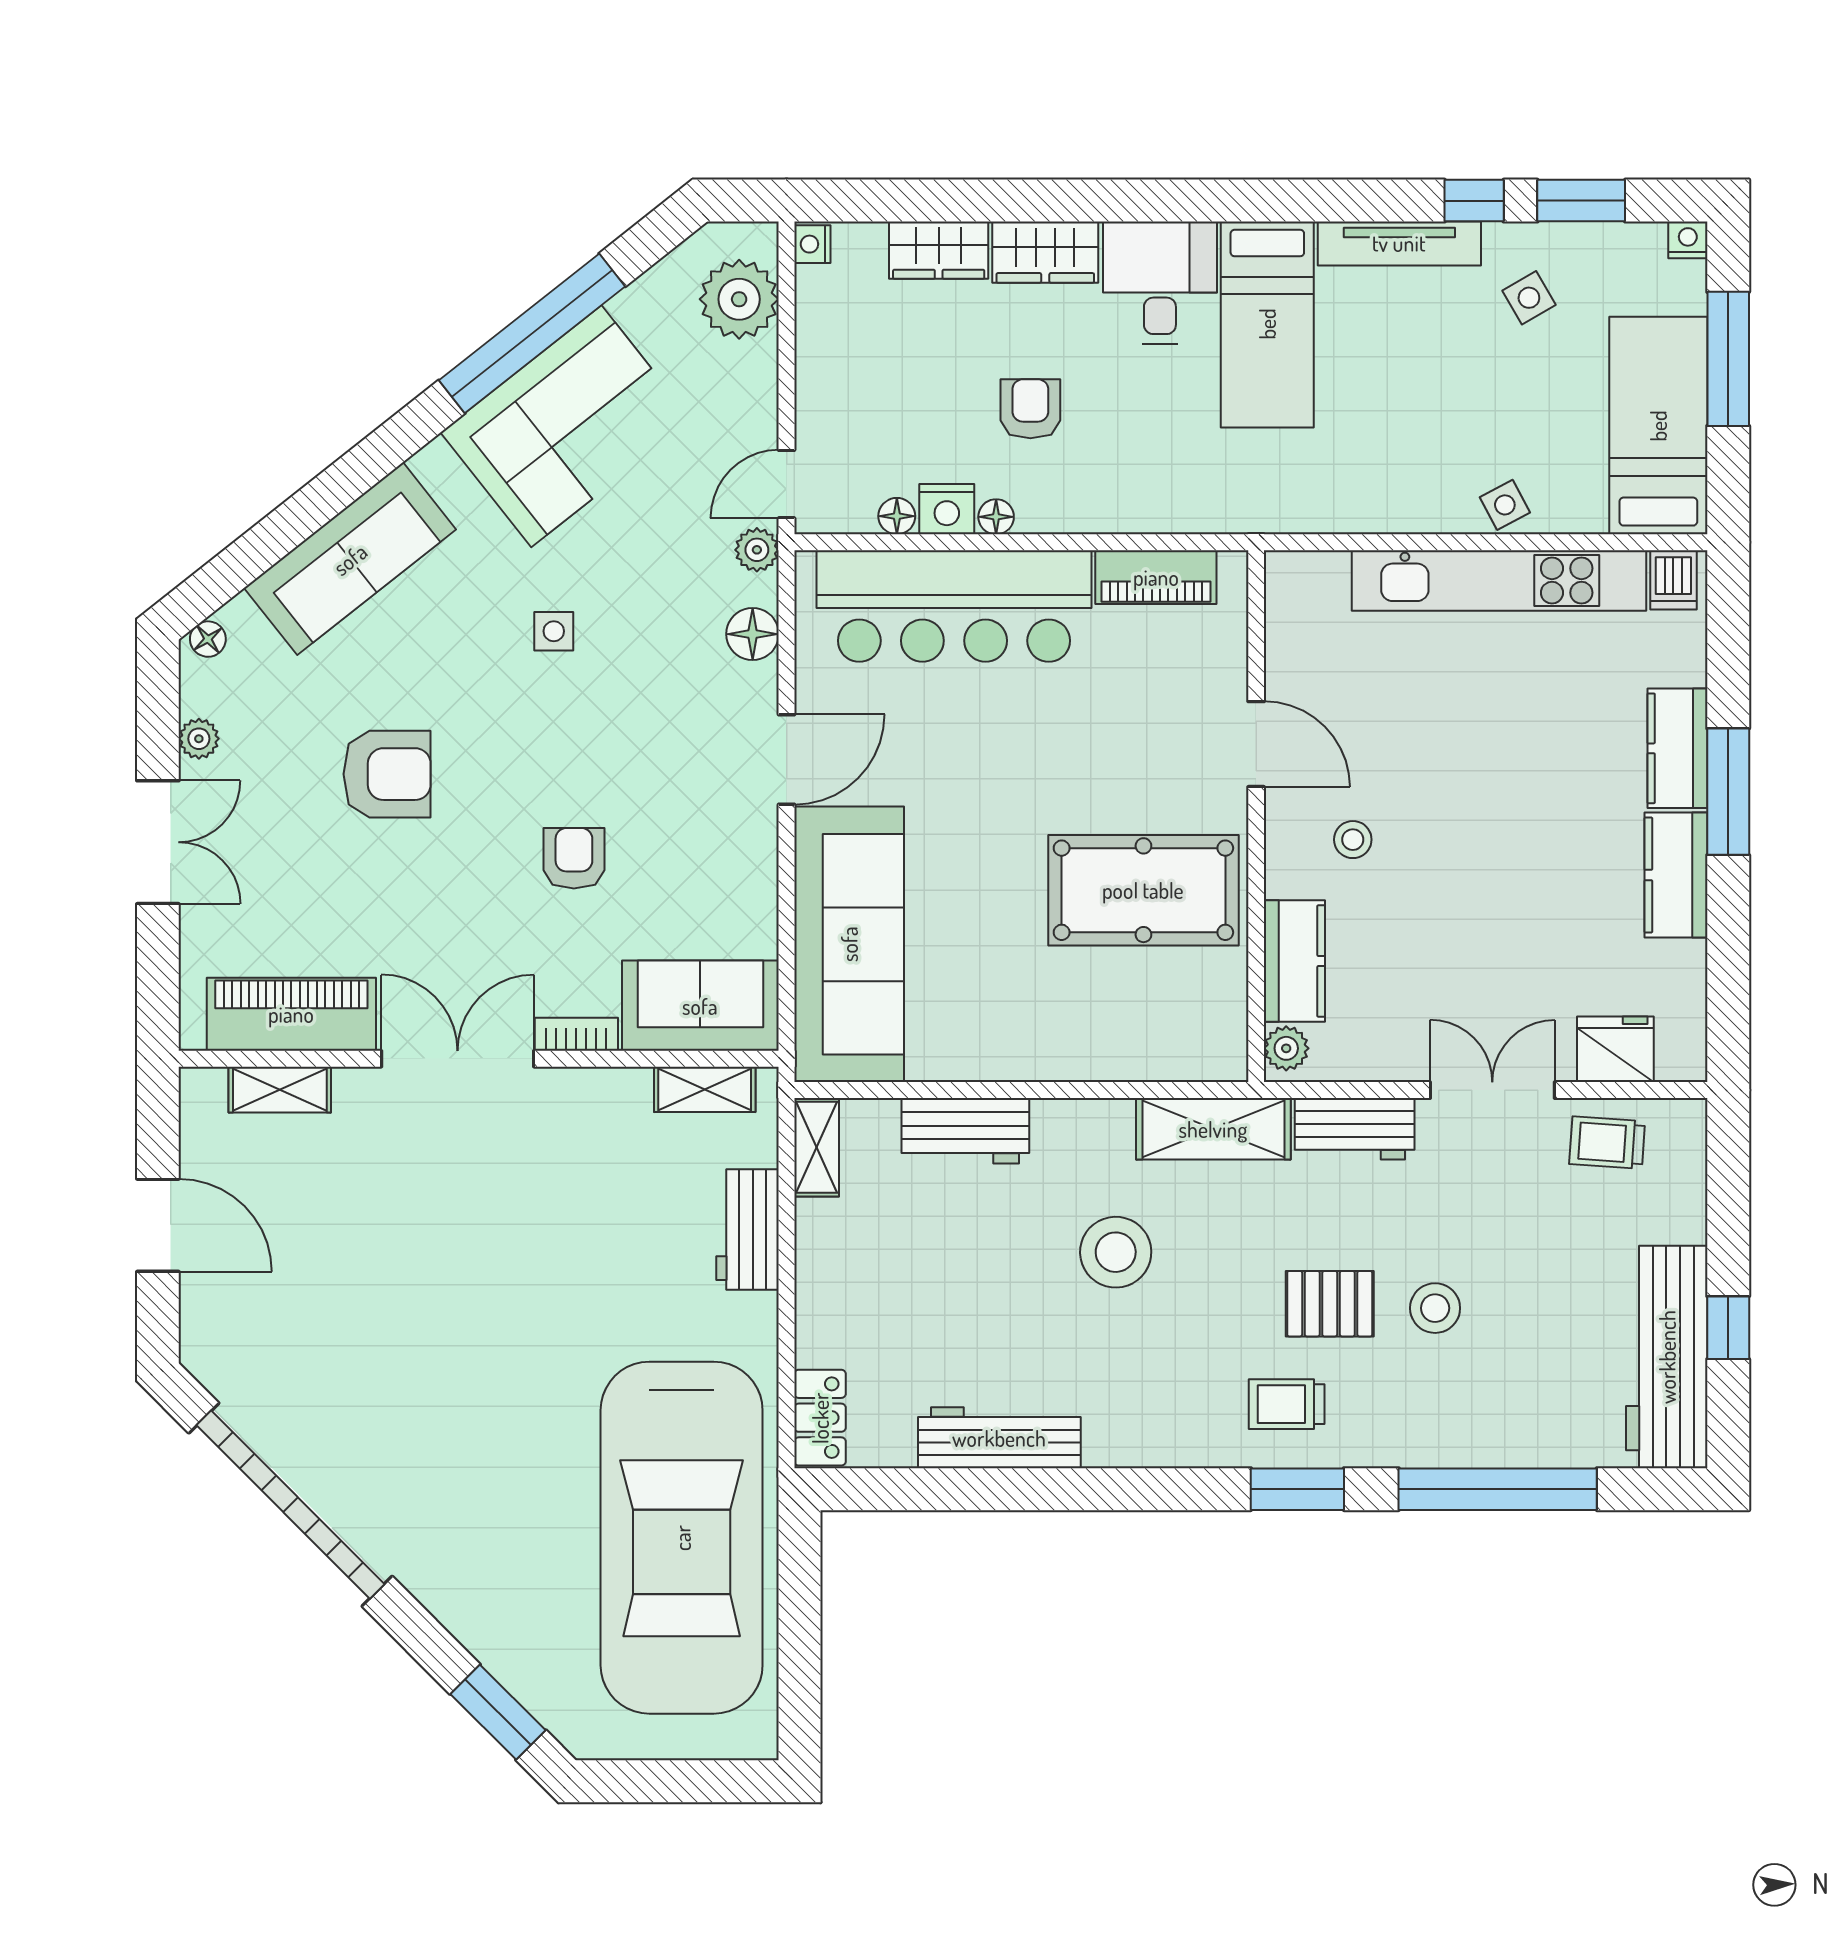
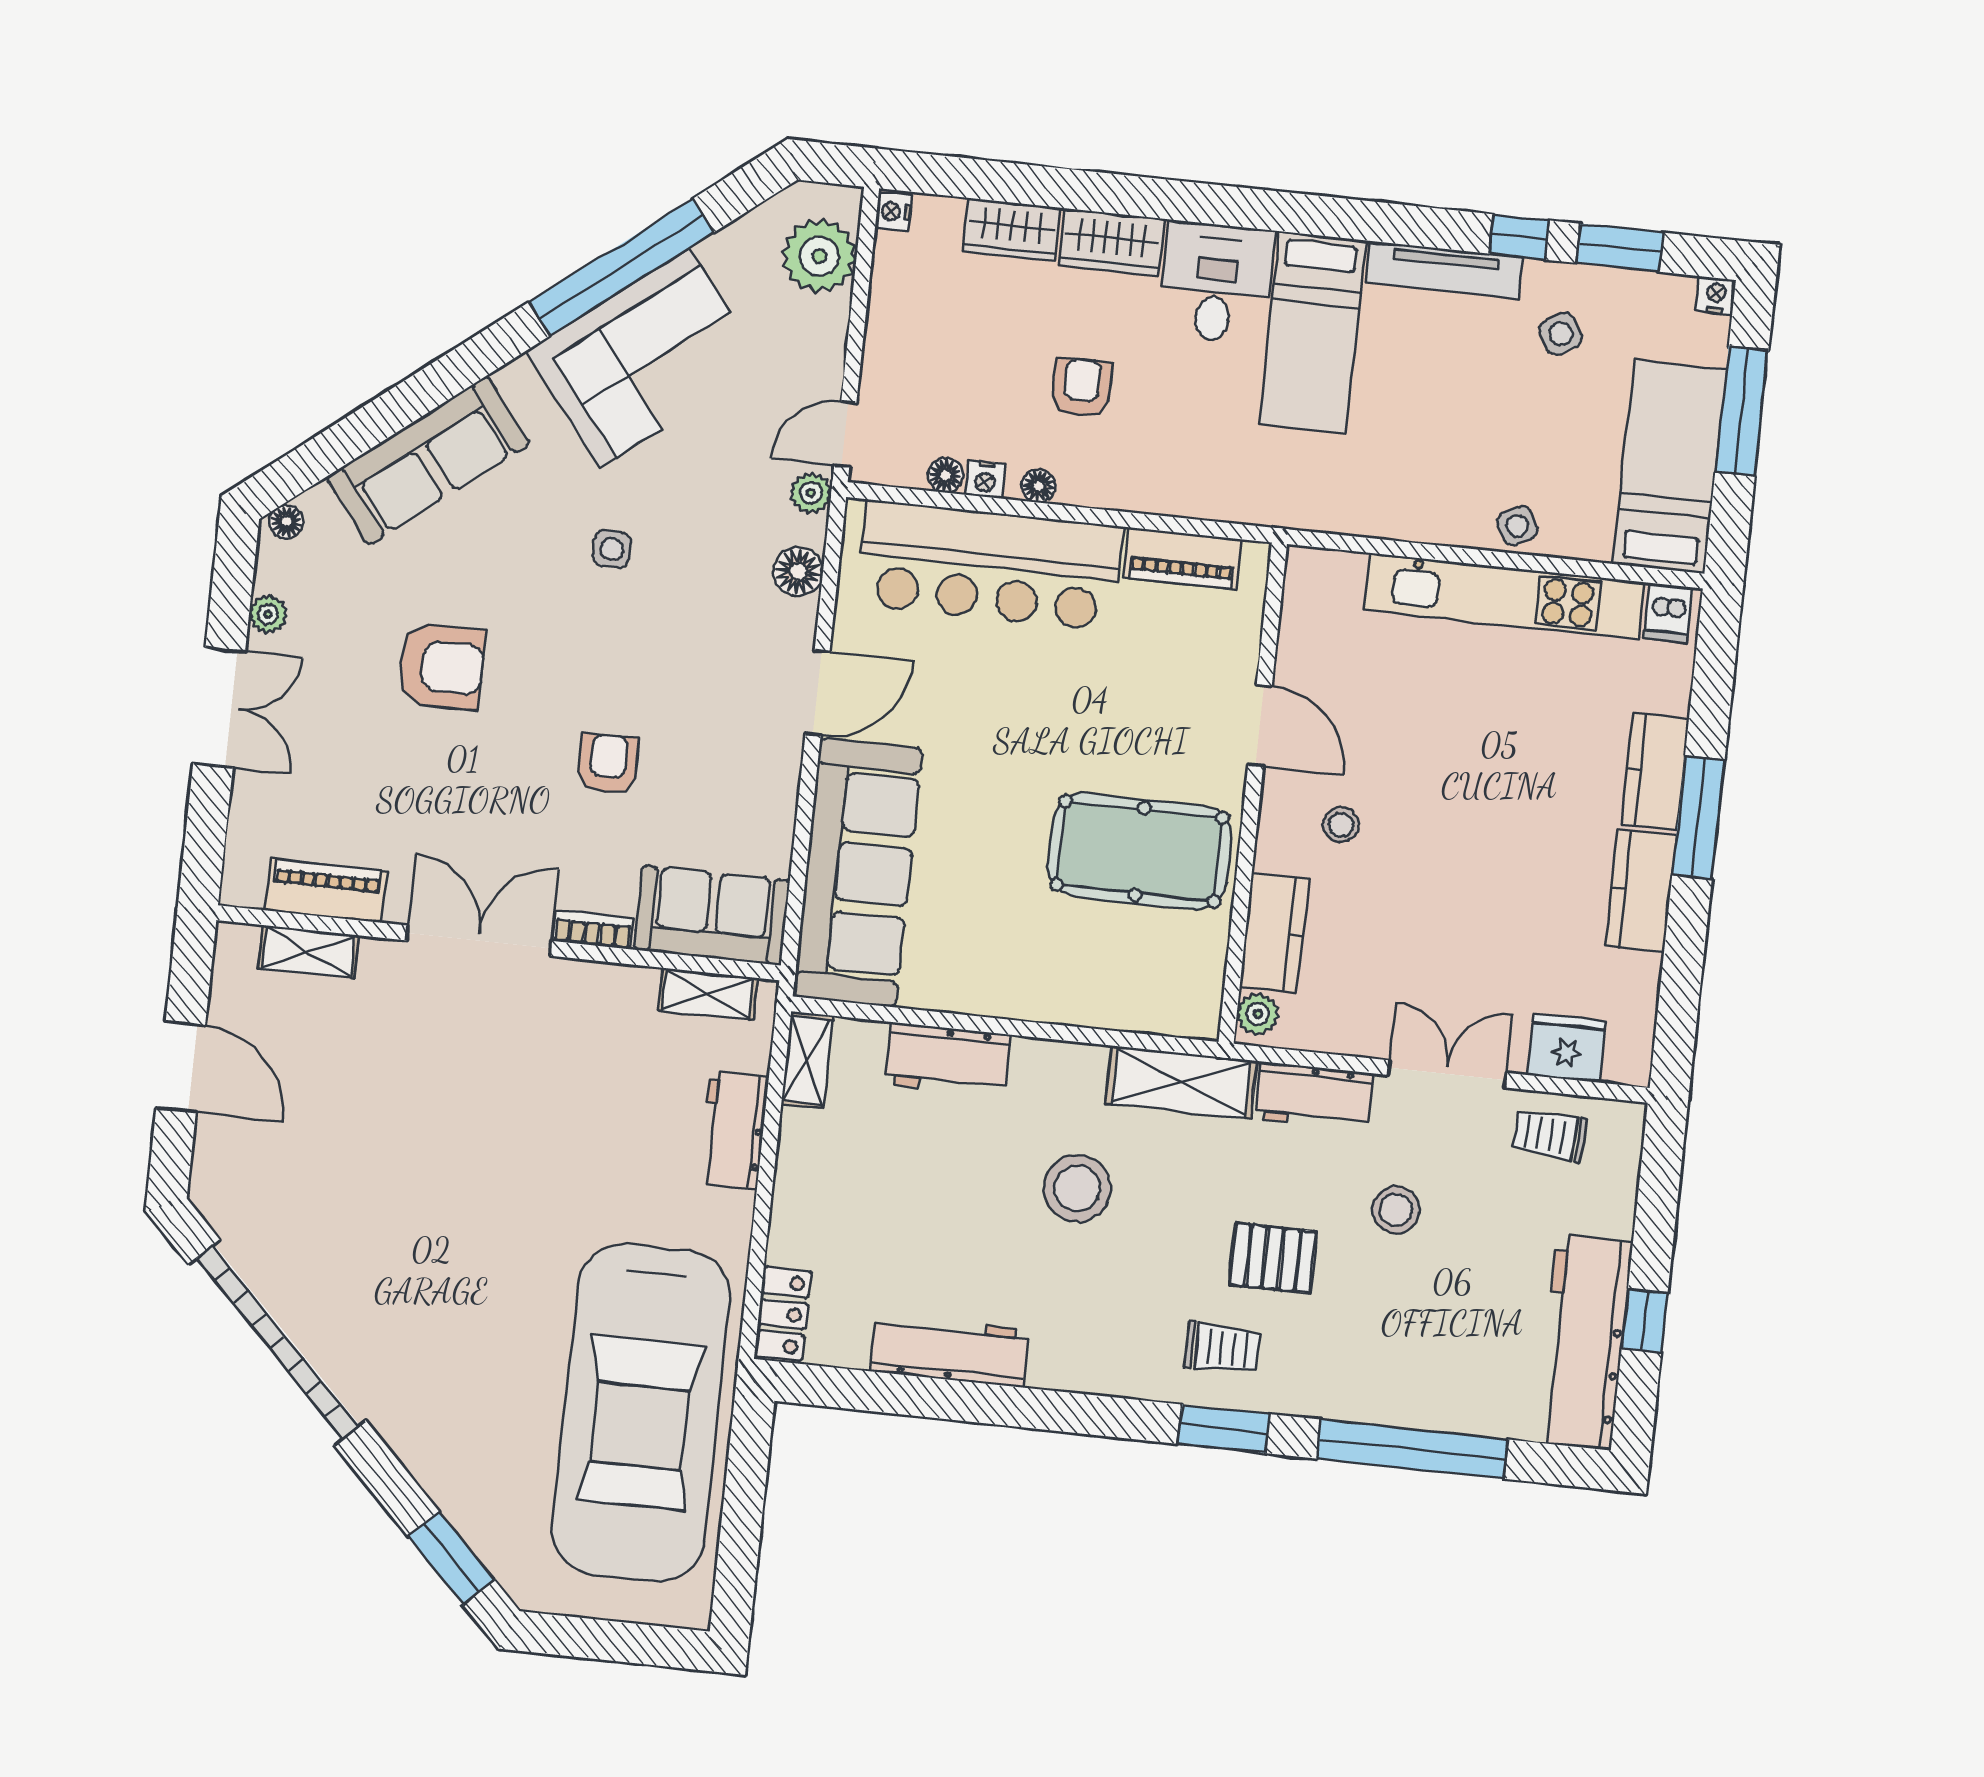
nightstand: (947, 509) -> (985, 479), width x0.72, depth x0.74
piano: (291, 1014) -> (326, 891), width x0.73, depth x0.75
stool: (1435, 1308) -> (1396, 1210), moved
trolley: (1287, 1404) -> (1222, 1348), turned 180

